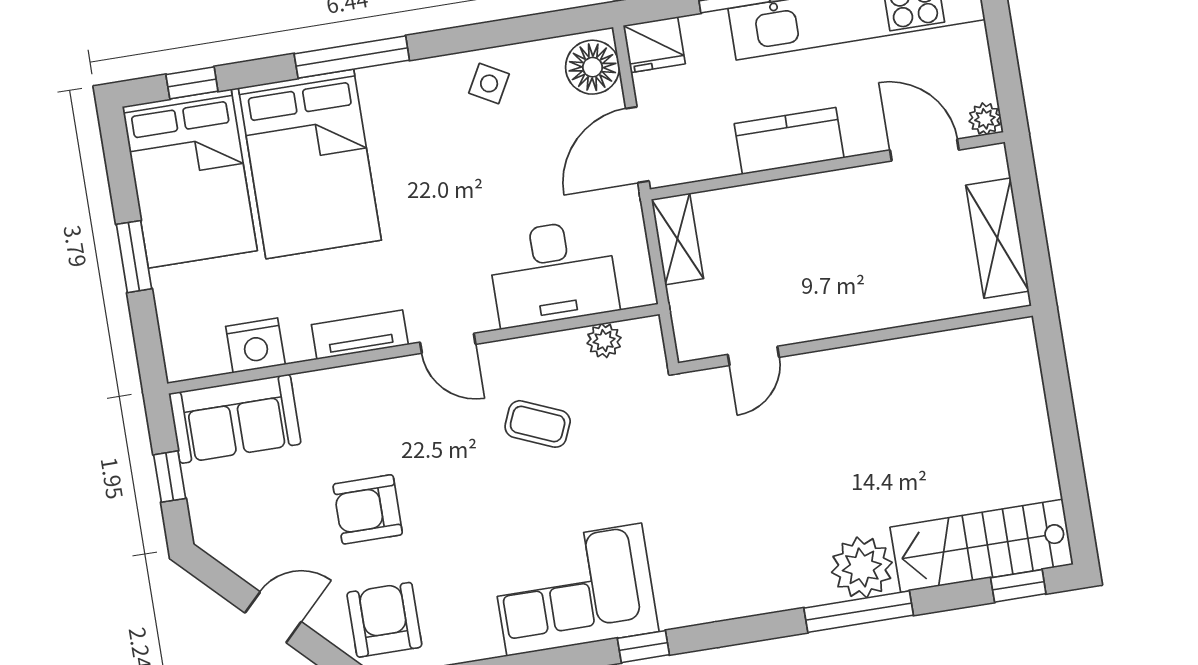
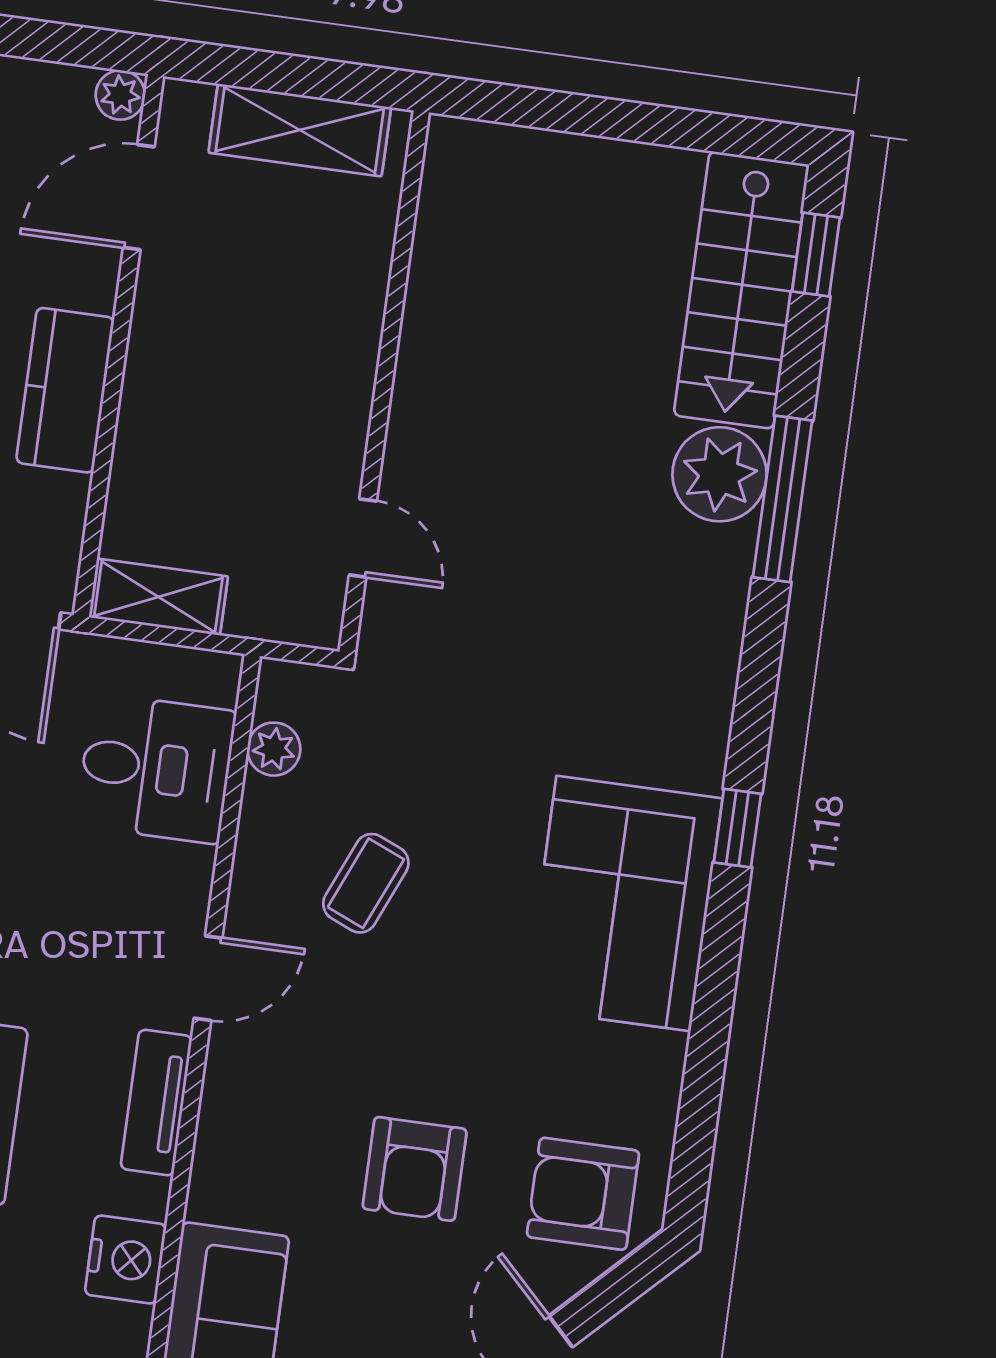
desk: (553, 273) -> (156, 768), width x0.73

